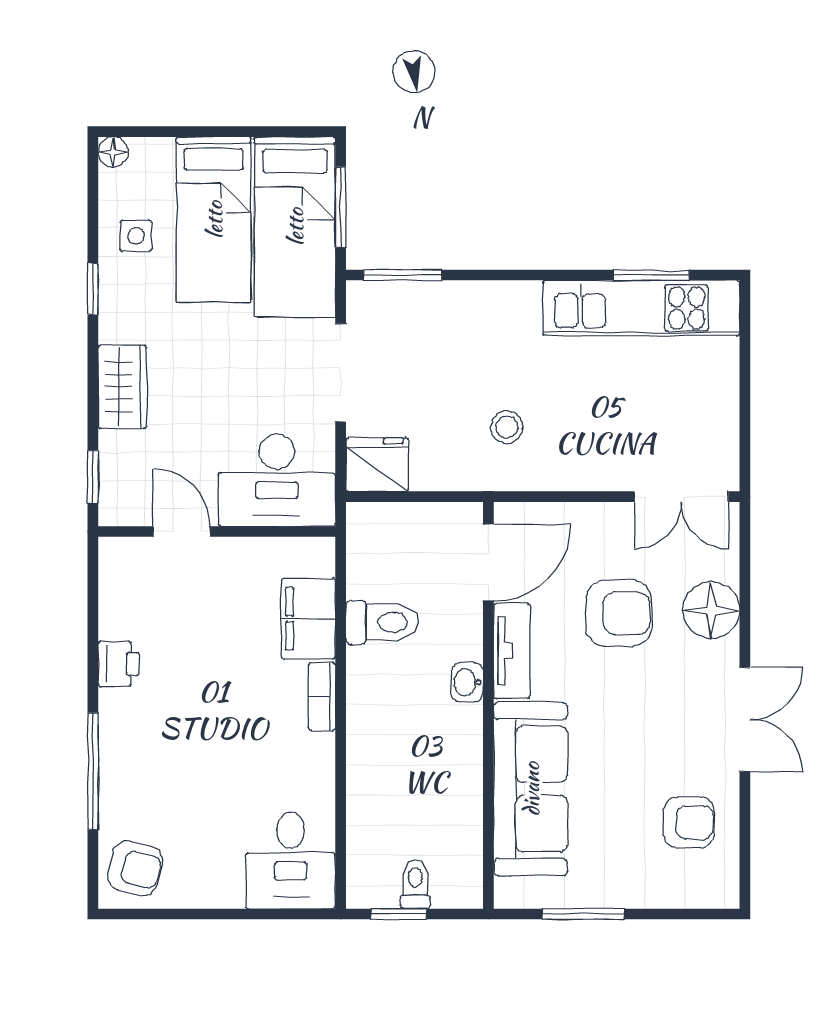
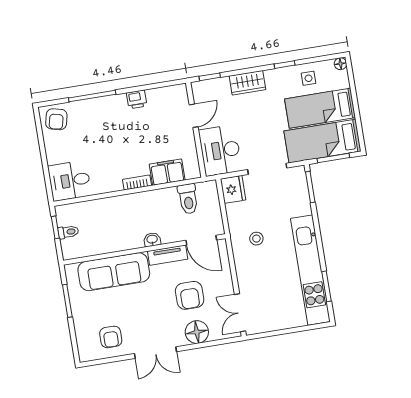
kitchen unit: (641, 308) -> (310, 270), width x1.36
toilet: (382, 622) -> (188, 199), moved

